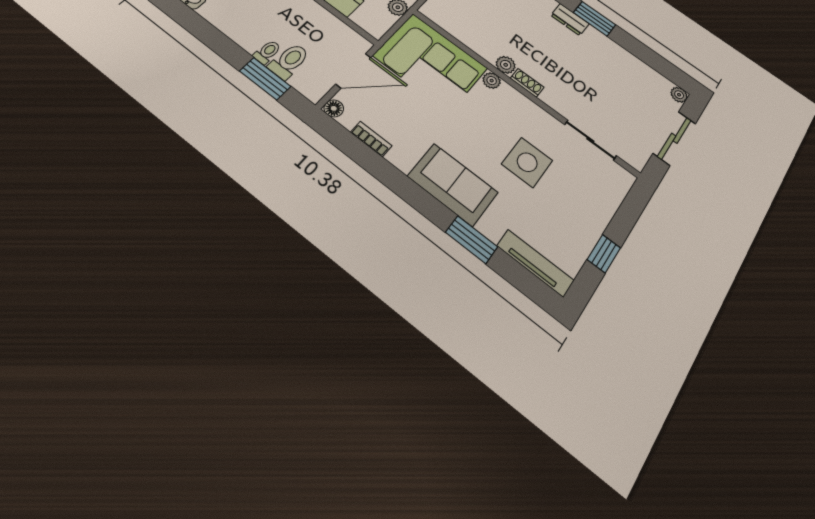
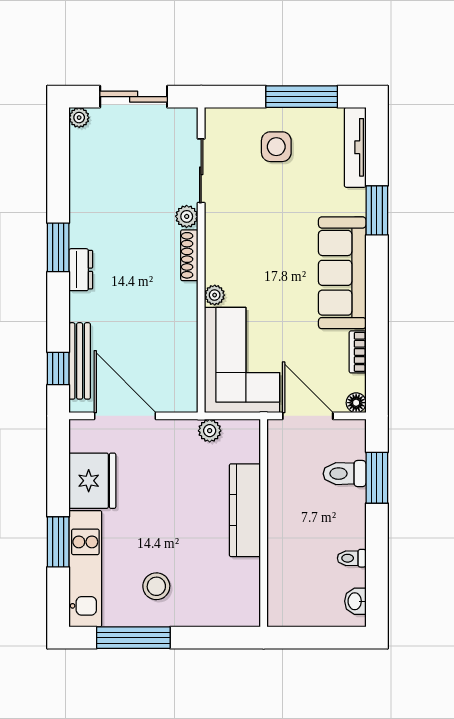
toilet: (267, 52) -> (352, 558), moved
plant: (506, 65) -> (187, 216), moved
shoe rack: (527, 83) -> (189, 255), width x1.43
side table: (527, 162) -> (276, 147), moved, width x0.73, depth x0.73
sofa: (453, 184) -> (342, 273), width x1.36
window: (604, 254) -> (302, 97), width x2.17

